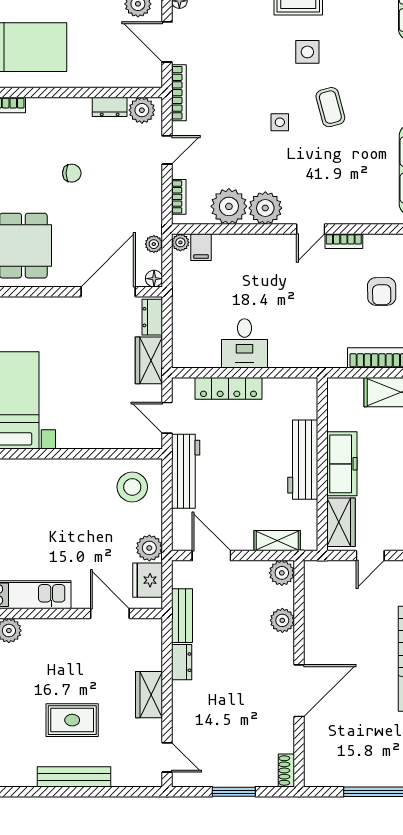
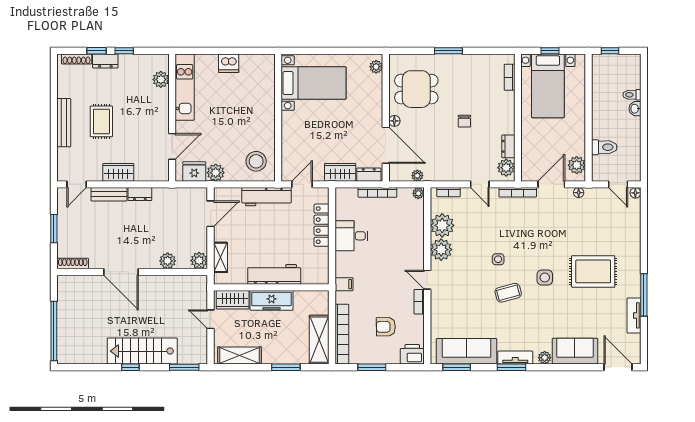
filing cabinet: (201, 247) -> (344, 284), moved, turned 180
floor lamp: (154, 279) -> (394, 121), moved
bookcase: (179, 304) -> (377, 192), added
bench: (182, 616) -> (109, 194), moved
shoe rack: (286, 770) -> (73, 264), width x1.43

